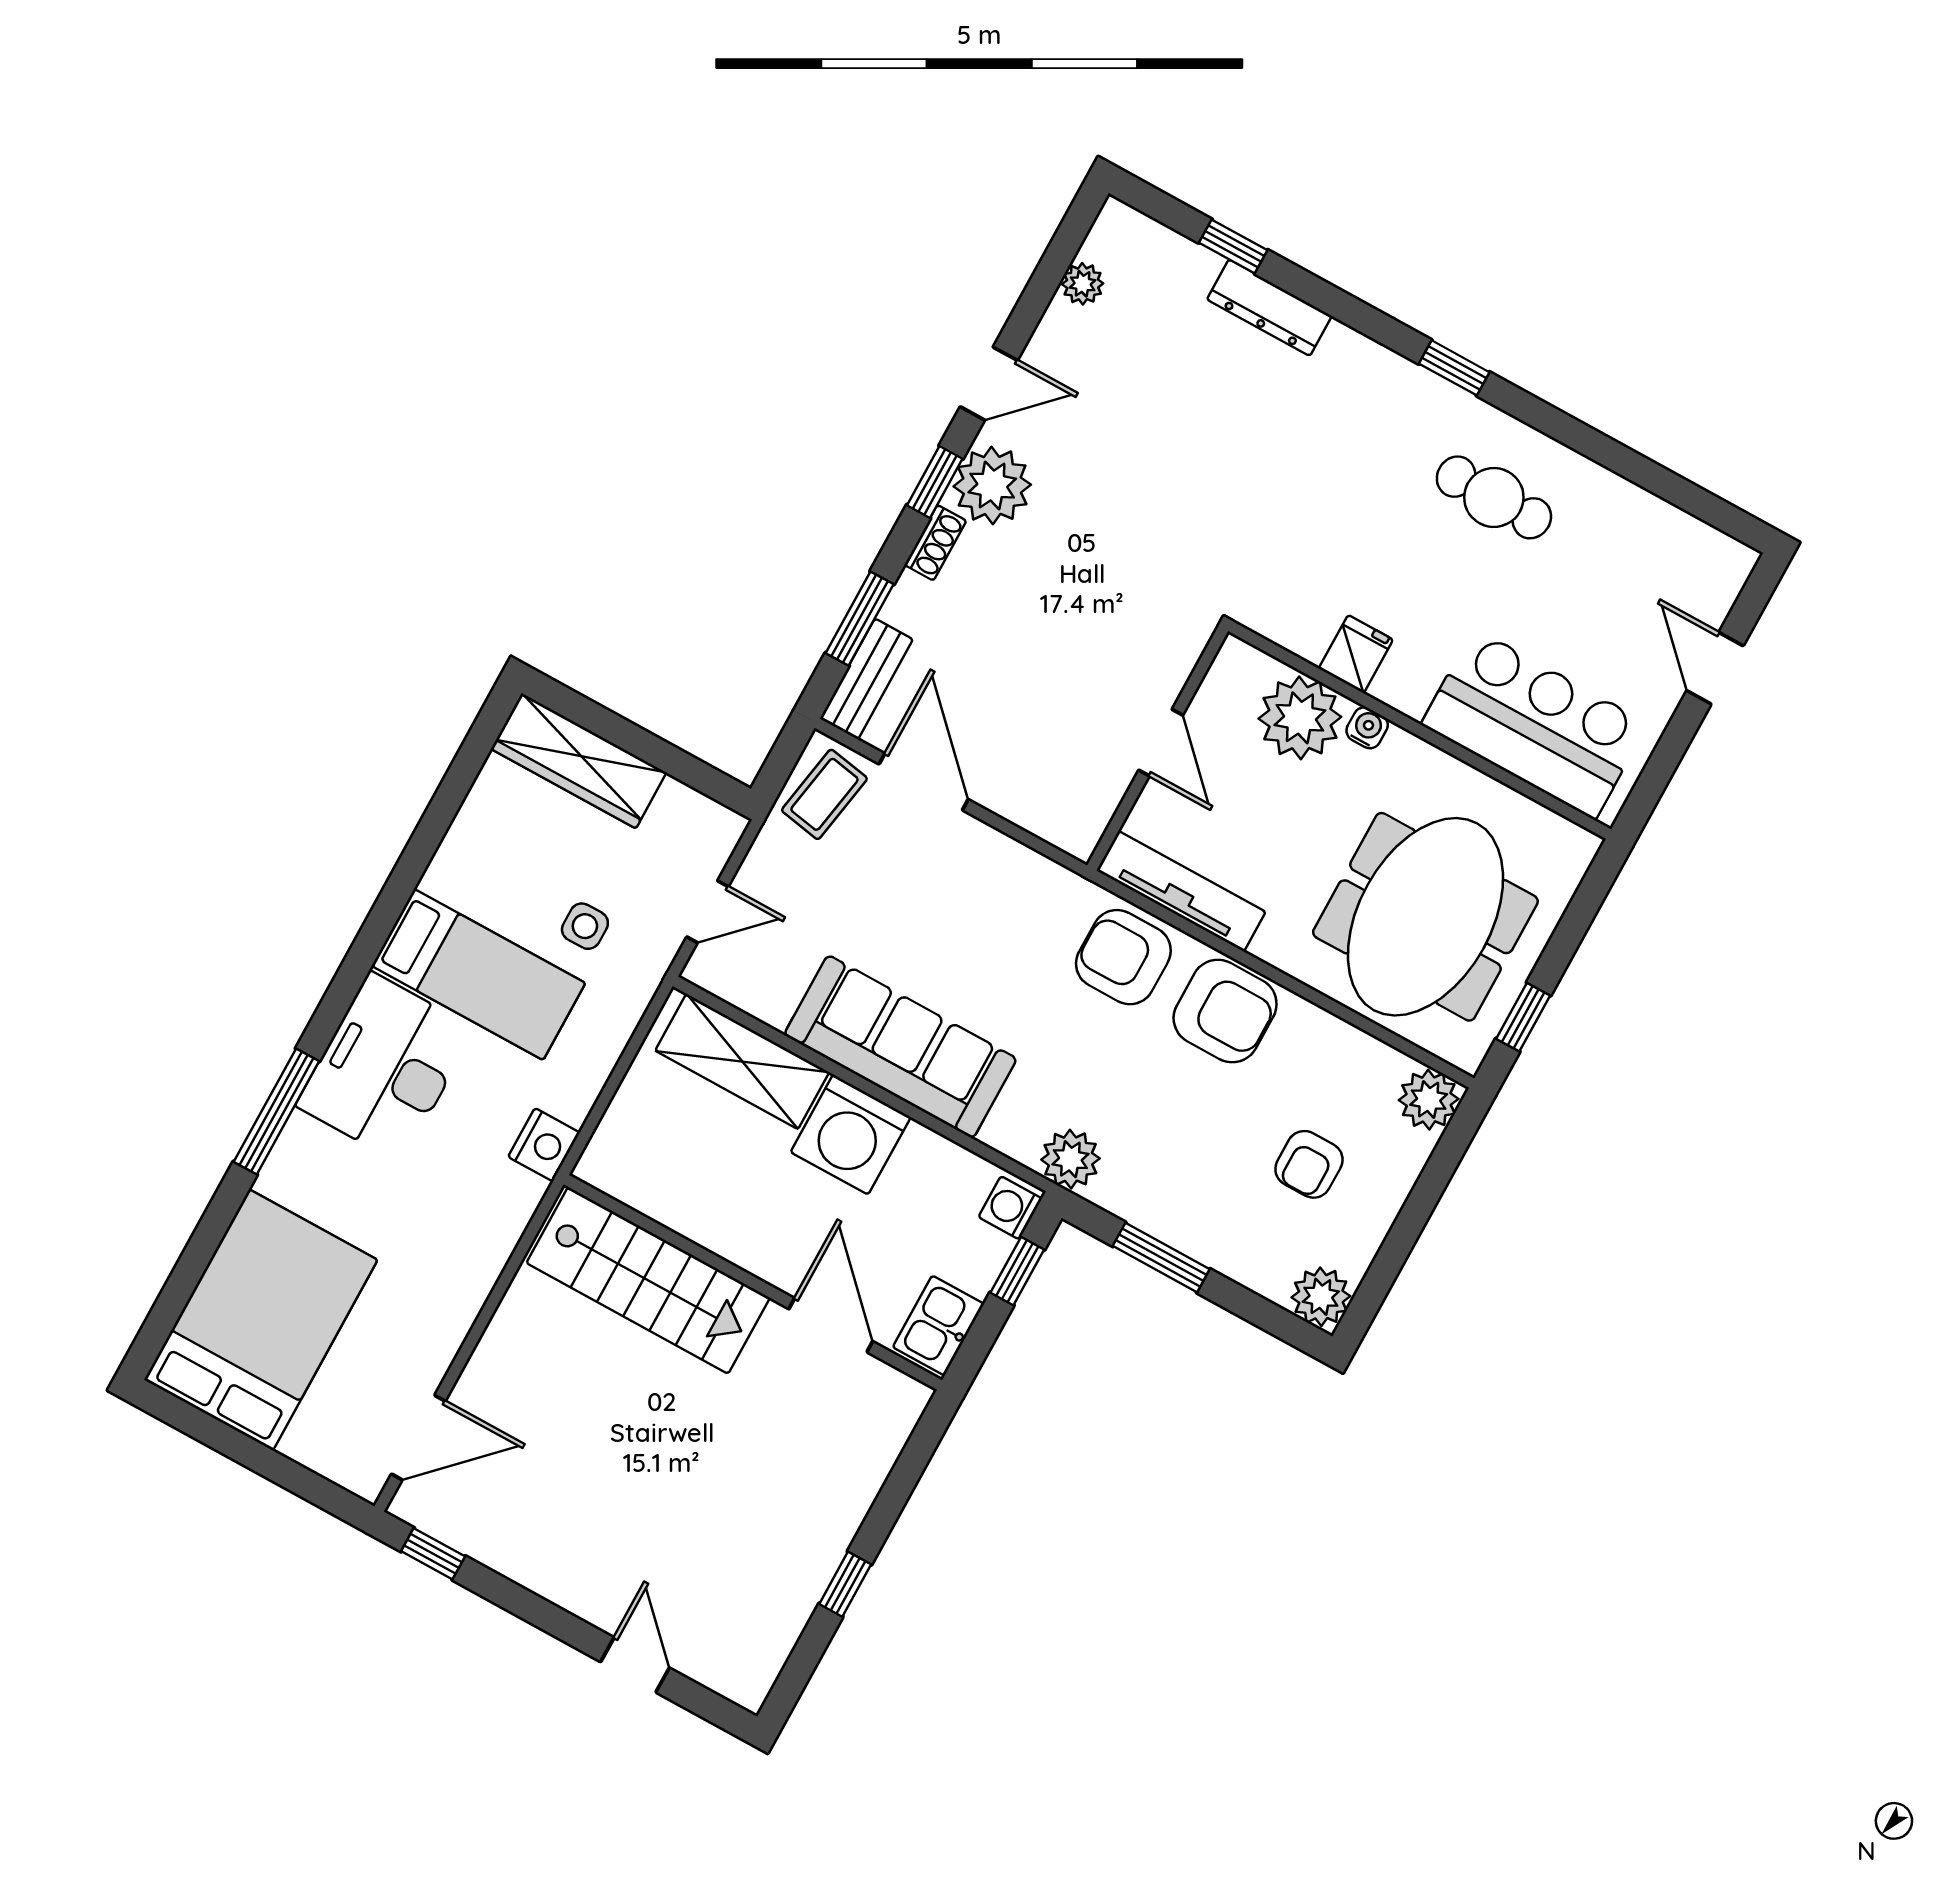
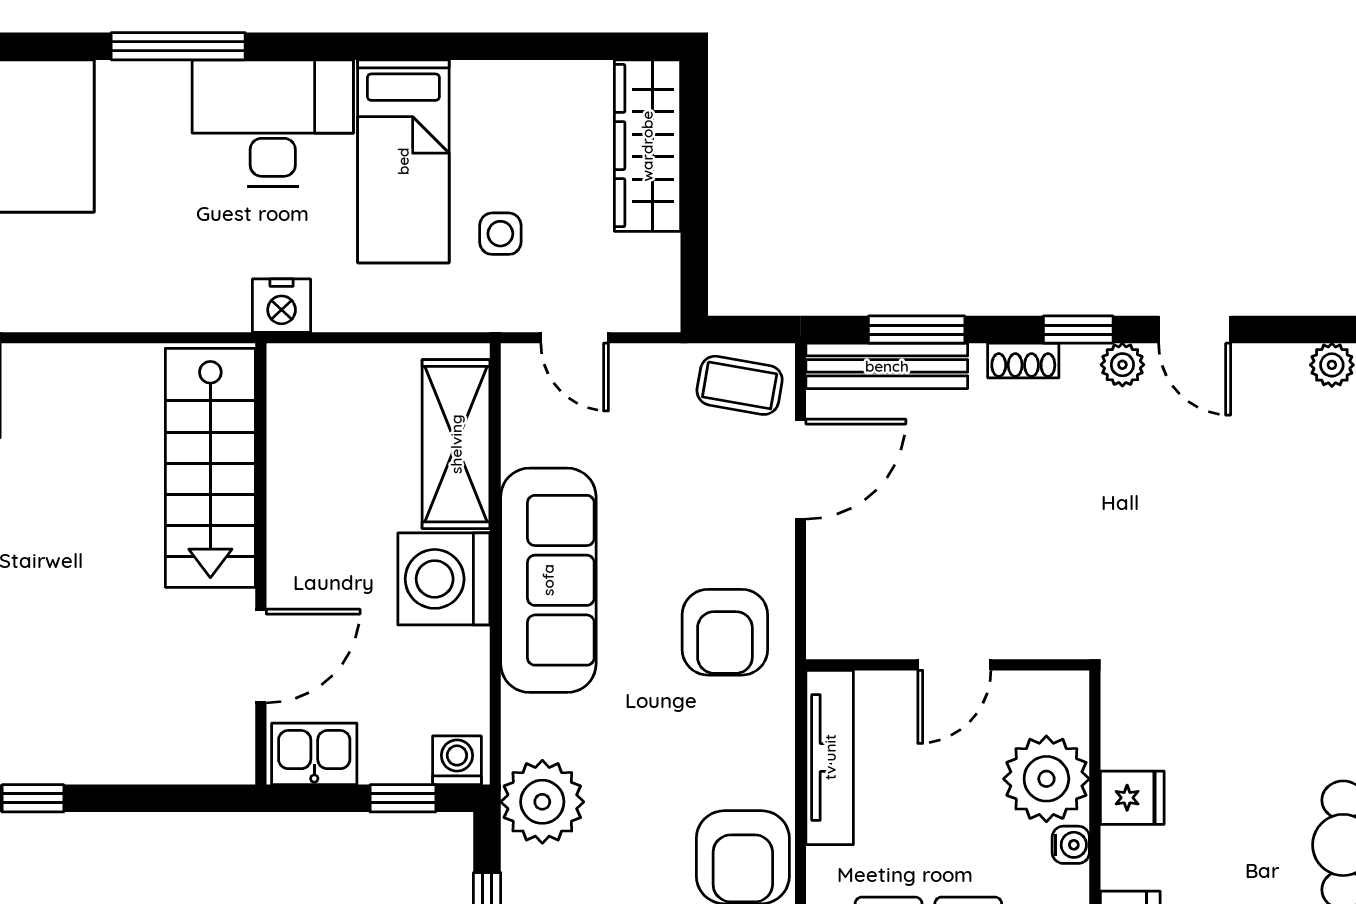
plant: (992, 486) -> (1122, 365), width x0.53, depth x0.53
bench: (866, 679) -> (887, 366), width x1.36
armchair: (1123, 957) -> (725, 632), moved, turned 180
plant: (1070, 1159) -> (542, 802), width x1.36, depth x1.36

